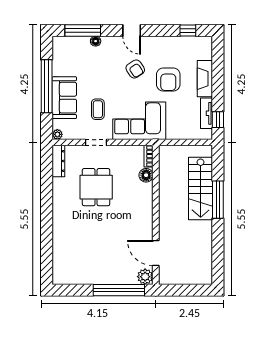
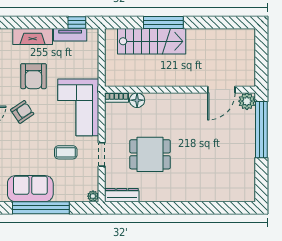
armchair: (168, 79) -> (33, 76), turned 90
sofa: (64, 98) -> (30, 189), moved

